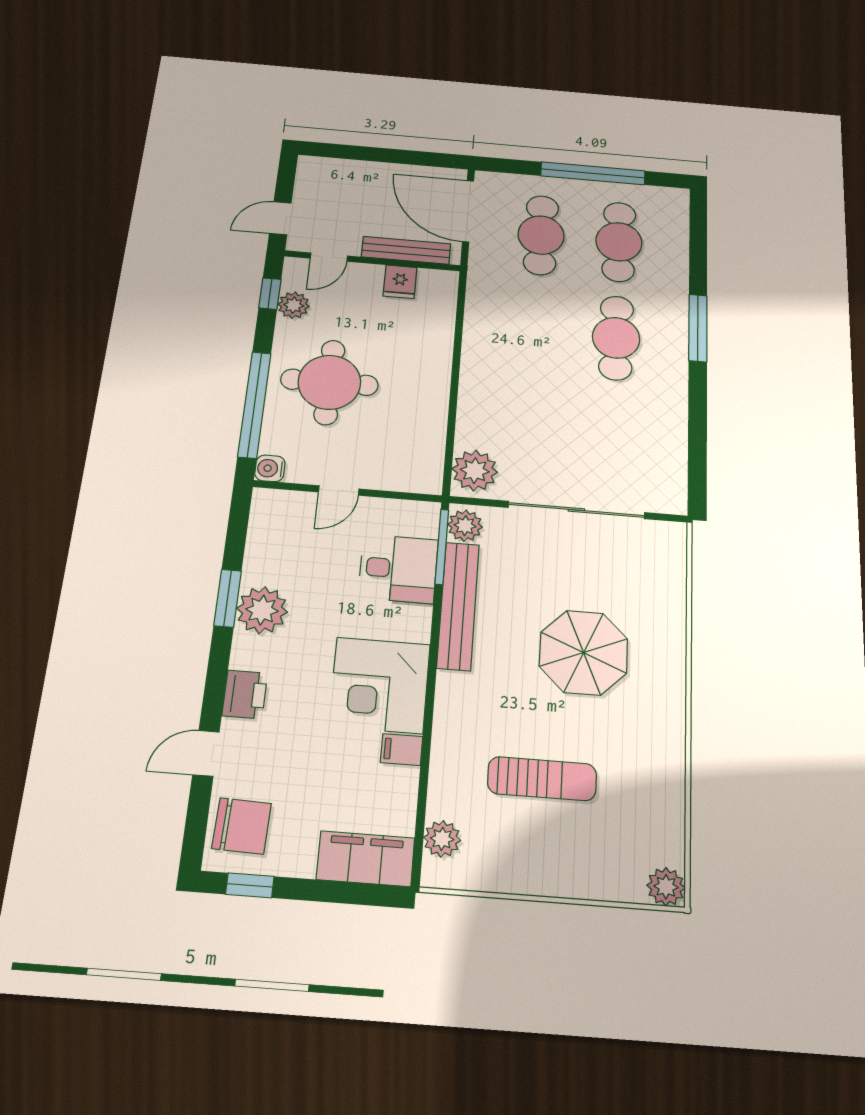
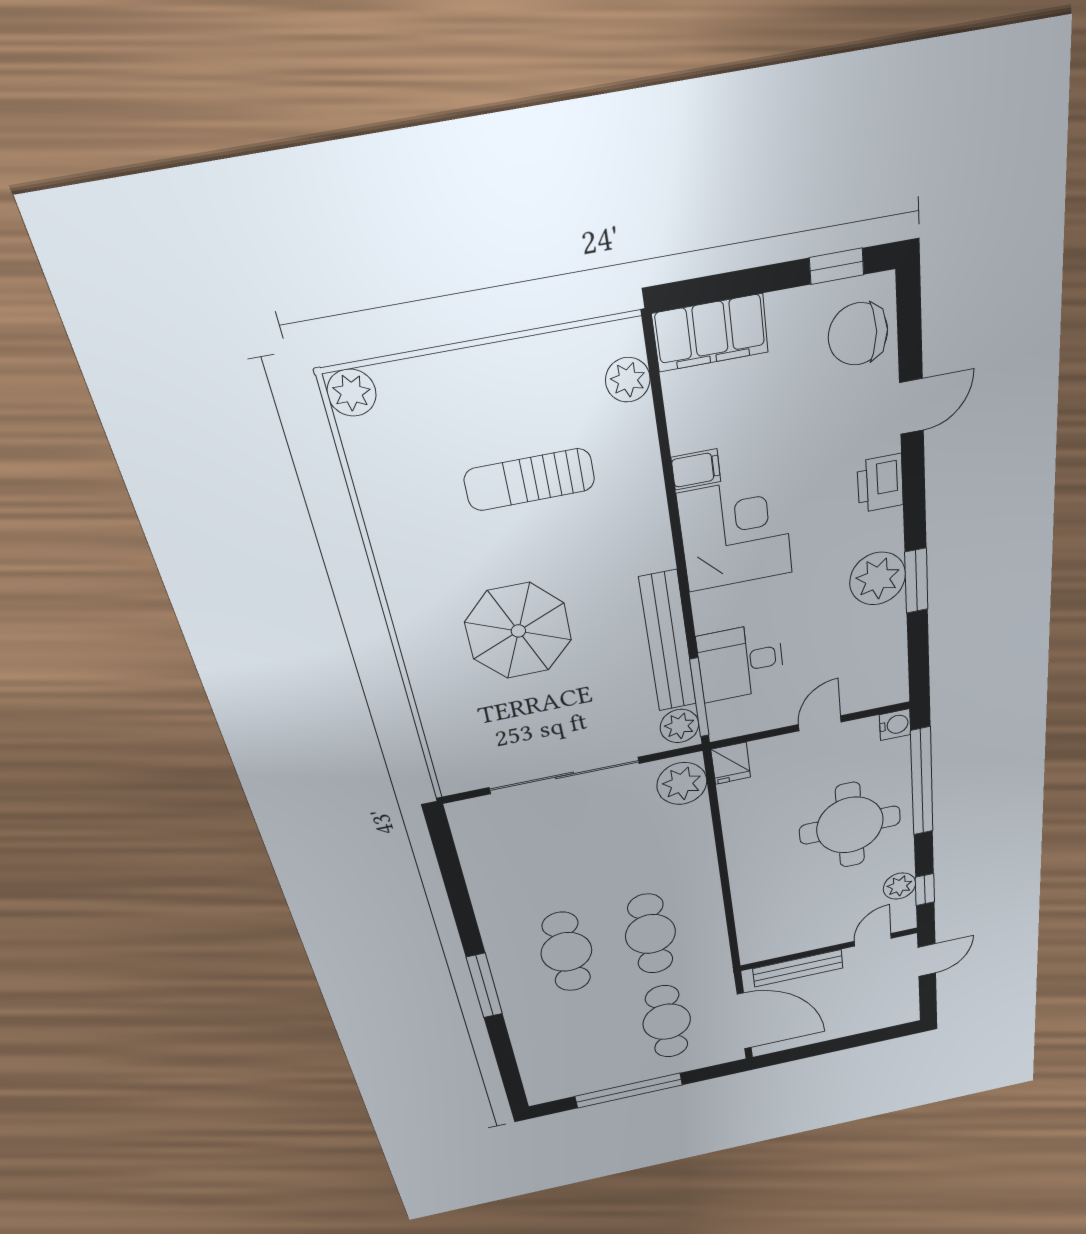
cafe table: (619, 242) -> (650, 934), moved
fridge: (400, 282) -> (731, 763), moved, turned 180

